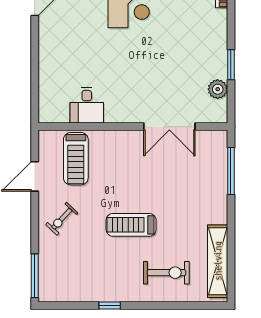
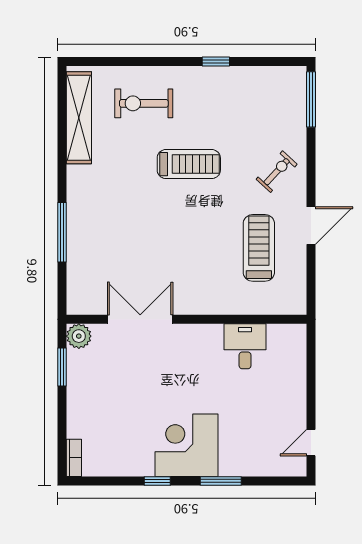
desk: (87, 105) -> (245, 346), moved
wall: (133, 127) -> (186, 319), moved
double door: (169, 127) -> (140, 319), moved

